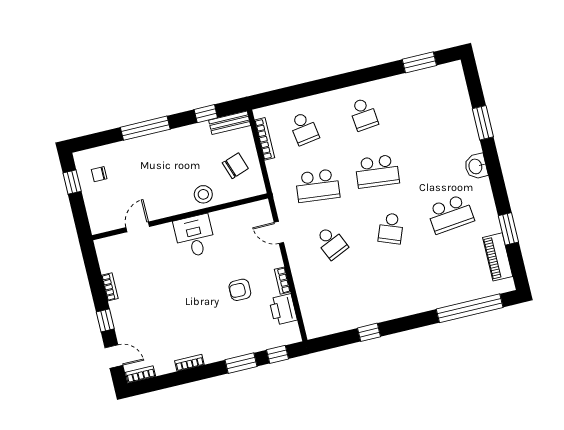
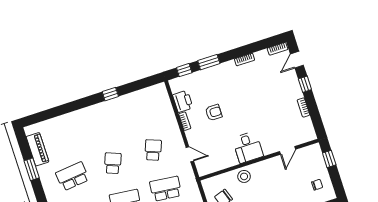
window: (72, 182) -> (329, 159), moved
school desk: (331, 243) -> (153, 150), turned 45
window: (470, 308) -> (54, 112), removed
window: (369, 332) -> (110, 94), moved
door: (114, 357) -> (297, 60), hinge flipped

